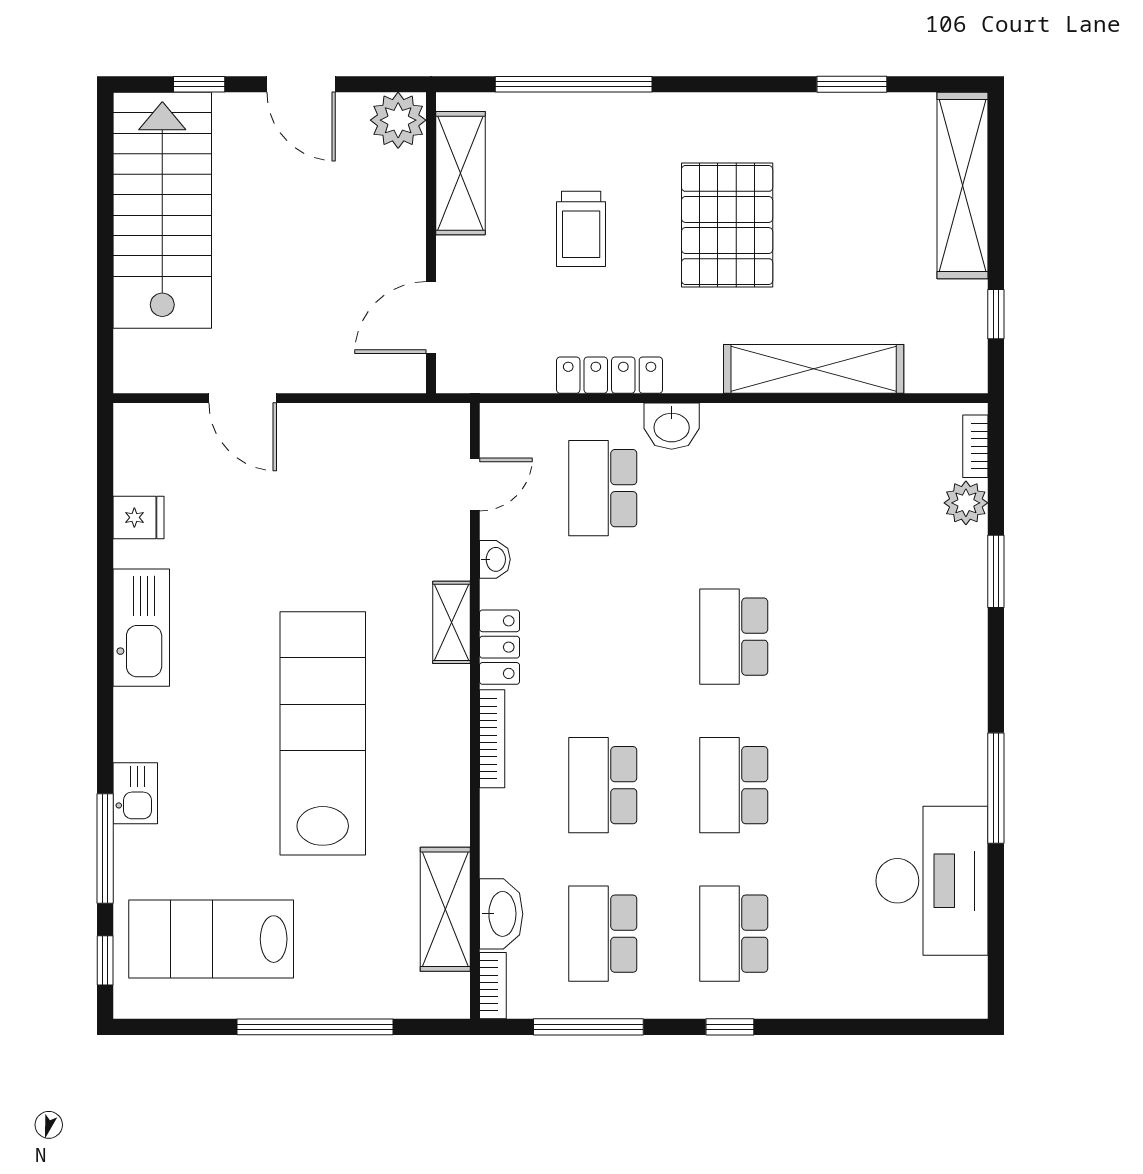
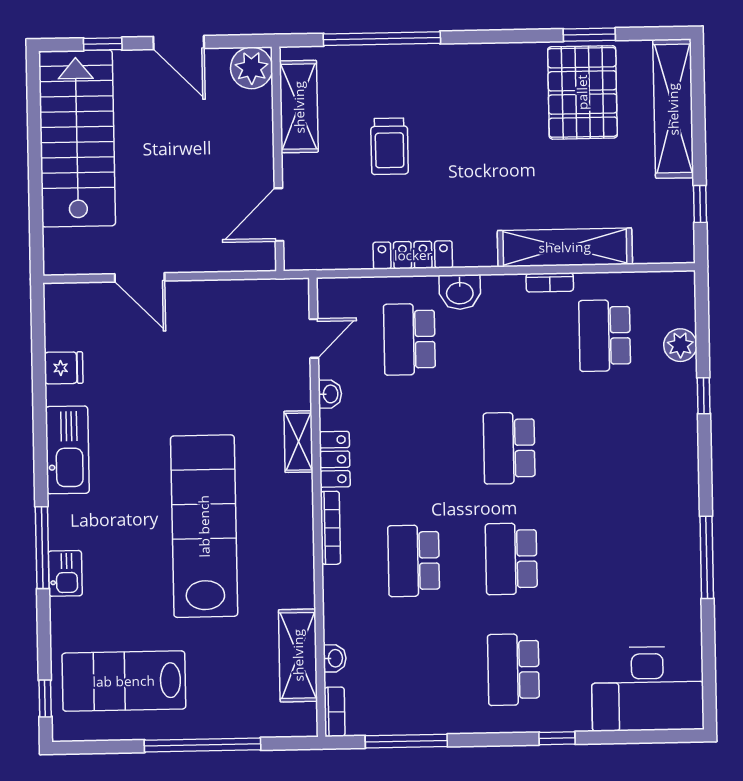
pallet: (727, 225) -> (582, 92), moved
bookcase: (975, 446) -> (550, 282), moved, turned -90
window: (996, 571) -> (704, 396), width x0.67
window: (105, 848) -> (42, 548), moved
desk: (932, 881) -> (648, 689), moved, turned 90
washbasin: (501, 914) -> (335, 658), width x0.52, depth x0.69
school desk: (603, 934) -> (605, 336), moved
window: (730, 1027) -> (557, 738), moved

